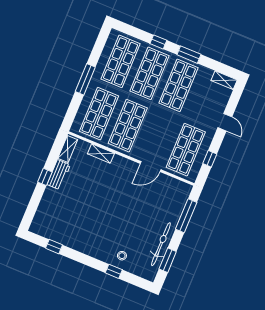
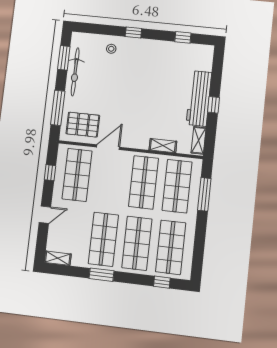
window: (158, 42) -> (162, 282), moved
window: (85, 79) -> (204, 194), moved
door: (225, 122) -> (45, 215), swing flipped
workbench: (59, 175) -> (199, 98), width x1.88, depth x1.32
pallet: (168, 194) -> (83, 125), added
window: (114, 271) -> (133, 33), moved

